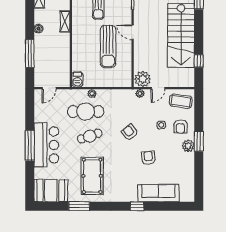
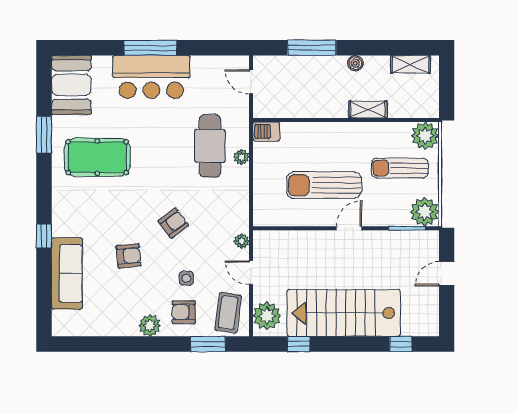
plant: (143, 79) -> (267, 316), moved
cafe table: (90, 136) -> (167, 153), removed
window: (199, 141) -> (208, 344), moved

